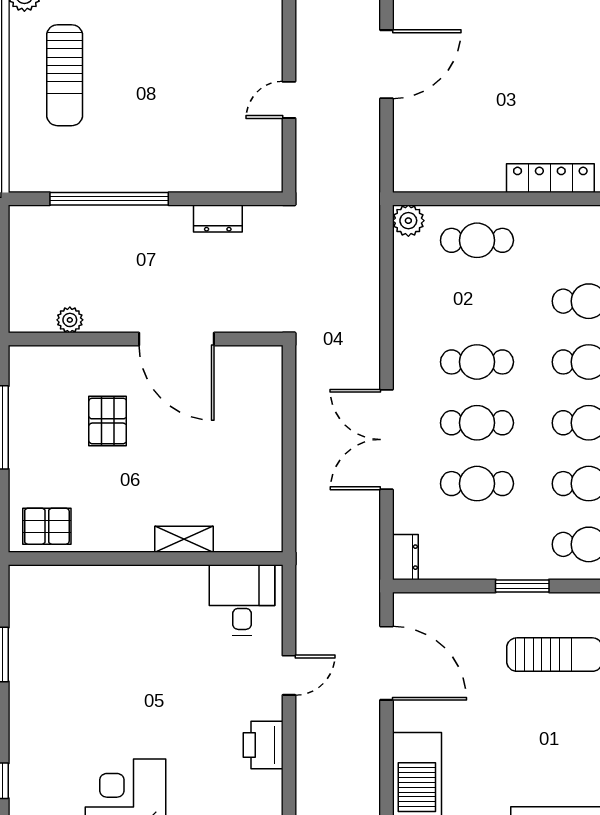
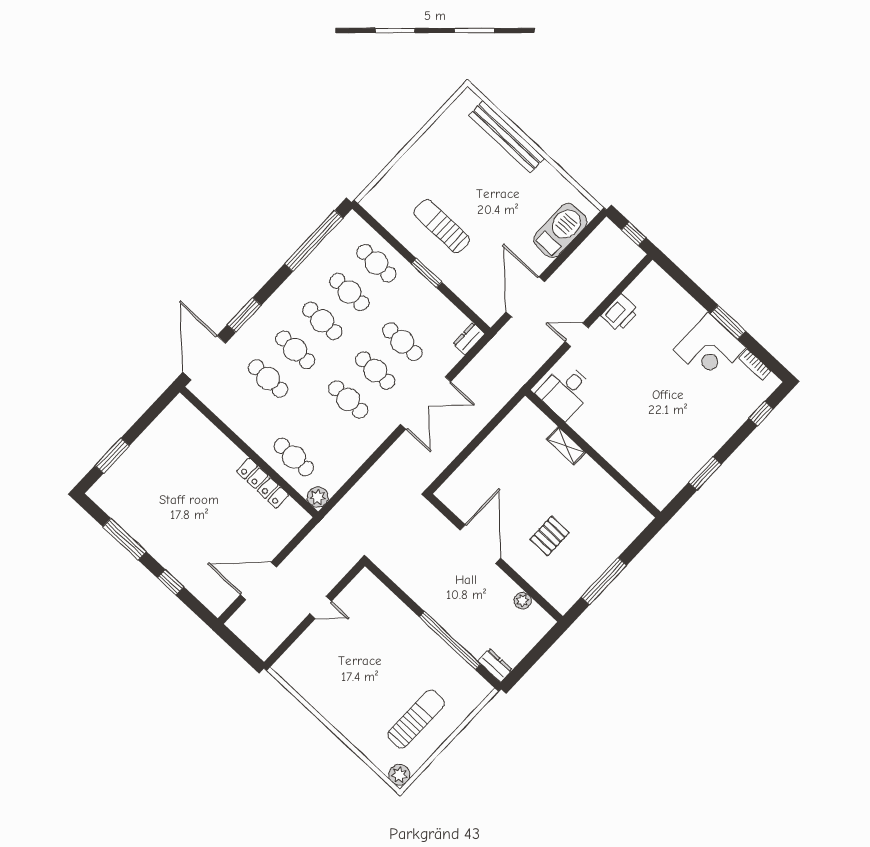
locker: (550, 178) -> (263, 483), moved
dresser: (218, 218) -> (495, 665), moved
pallet: (47, 526) -> (625, 513), removed

